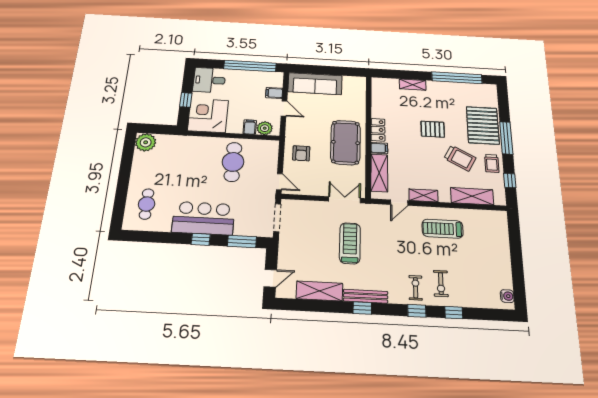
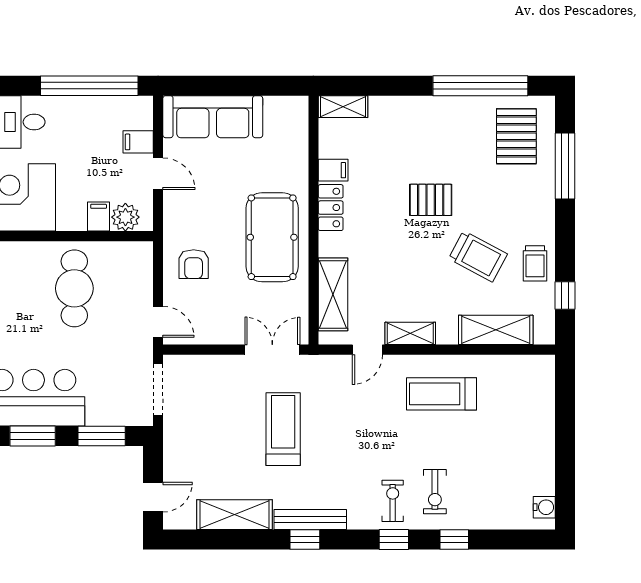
shelving: (413, 85) -> (343, 107), moved
pallet: (483, 125) -> (516, 136), moved, width x0.73, depth x0.71
window: (506, 138) -> (565, 166), moved
filing cabinet: (379, 148) -> (333, 170), moved
window: (201, 239) -> (33, 436), width x1.50

